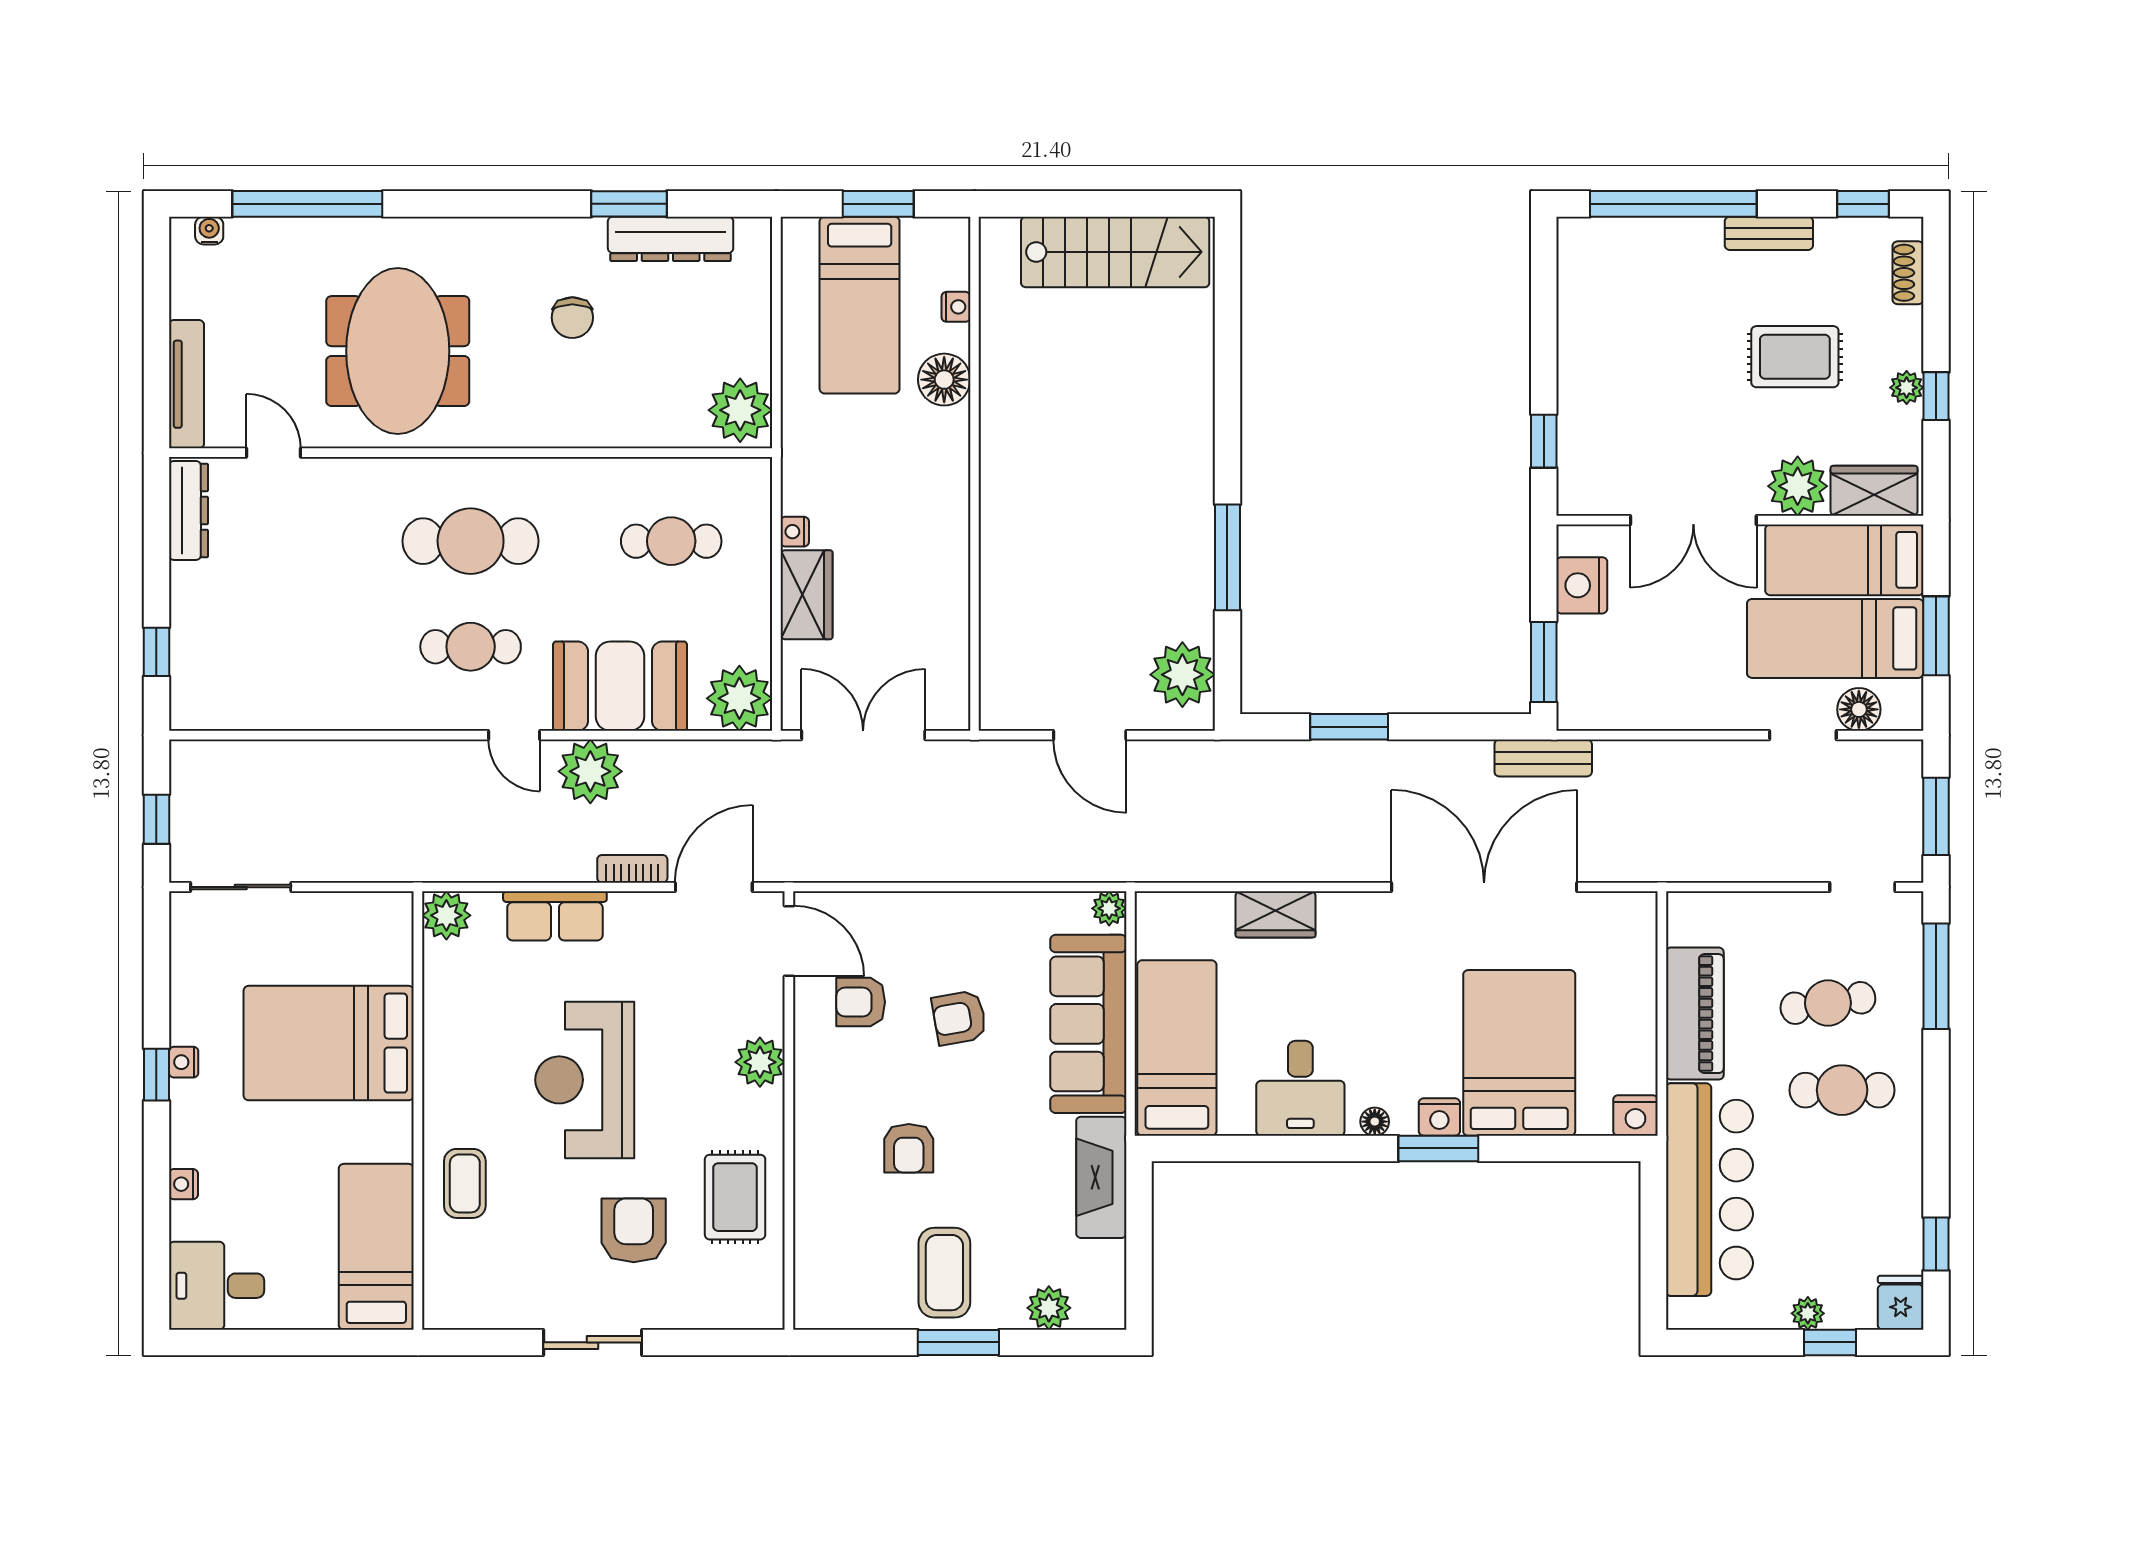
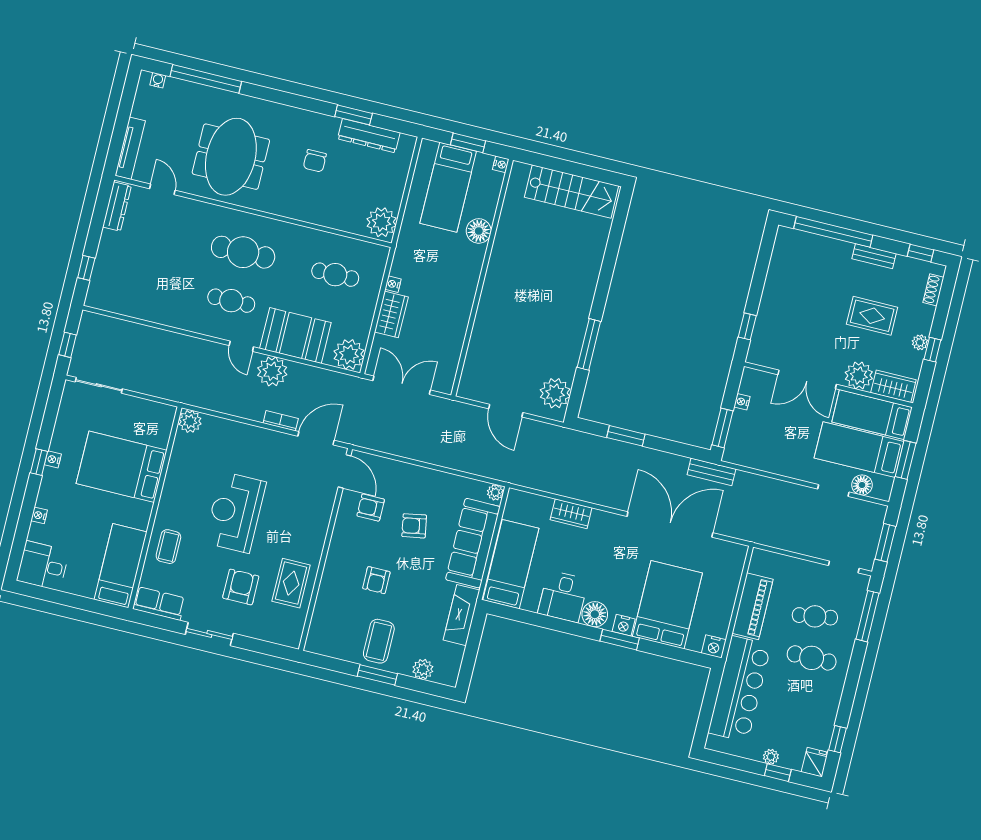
nightstand: (956, 307) -> (501, 164), moved
nightstand: (1582, 585) -> (742, 402), width x0.53, depth x0.56
row of seats: (555, 916) -> (159, 603), moved, turned 180
plant: (760, 1062) -> (318, 524), removed
floor lamp: (1375, 1122) -> (595, 614), width x1.89, depth x1.89

